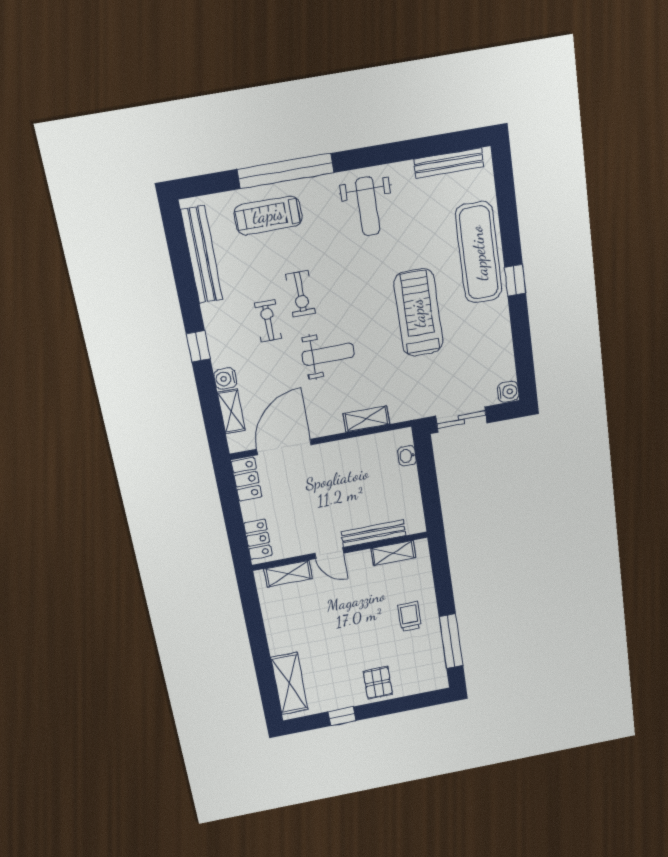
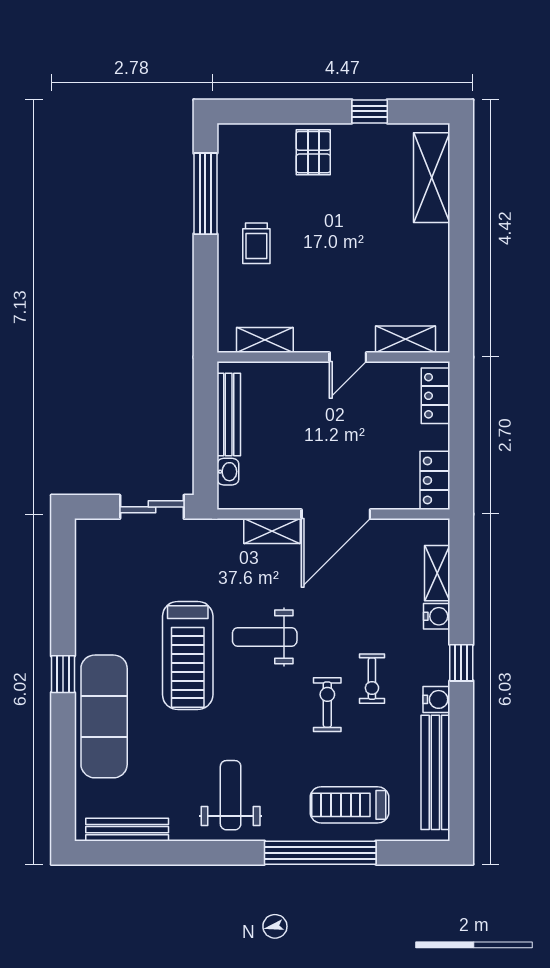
treadmill: (268, 215) -> (349, 805), turned 180
weight bench: (328, 354) -> (265, 637), moved
water cooler: (508, 392) -> (436, 699), moved, turned 180
door: (284, 447) -> (336, 514), moved
bench: (373, 534) -> (229, 414), moved, turned 90
door: (329, 553) -> (348, 357), swing flipped

